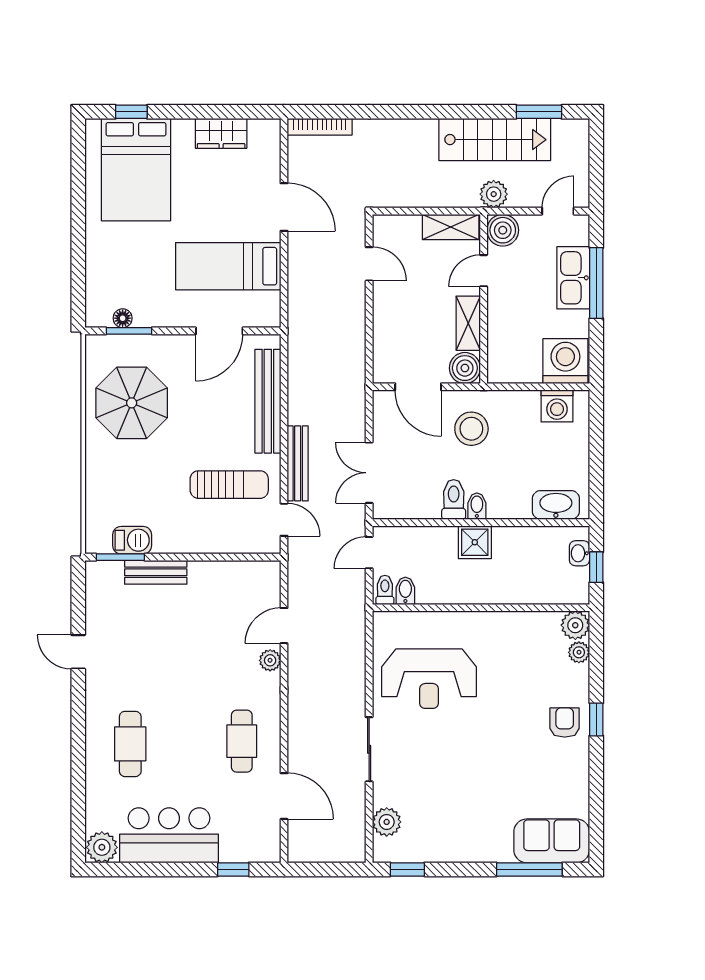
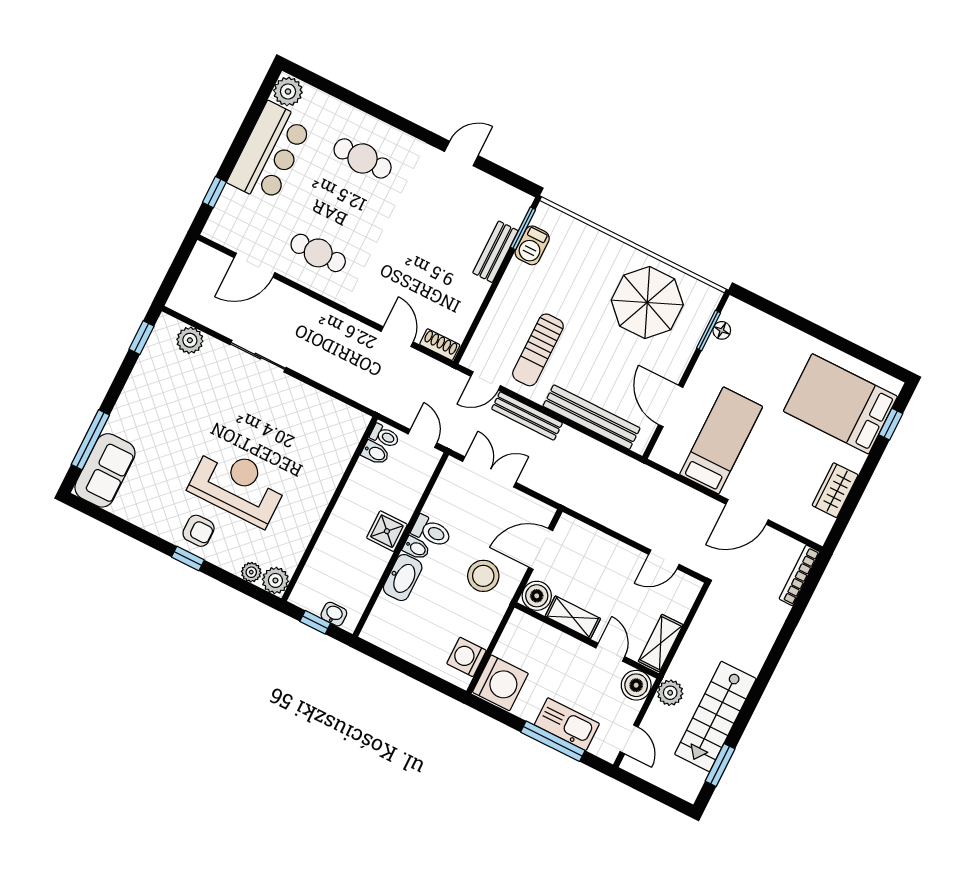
washbasin: (556, 505) -> (403, 578), moved
shoe rack: (271, 581) -> (440, 345), added
plant: (270, 660) -> (374, 310), removed
reception desk: (429, 679) -> (238, 485), moved, turned 90

